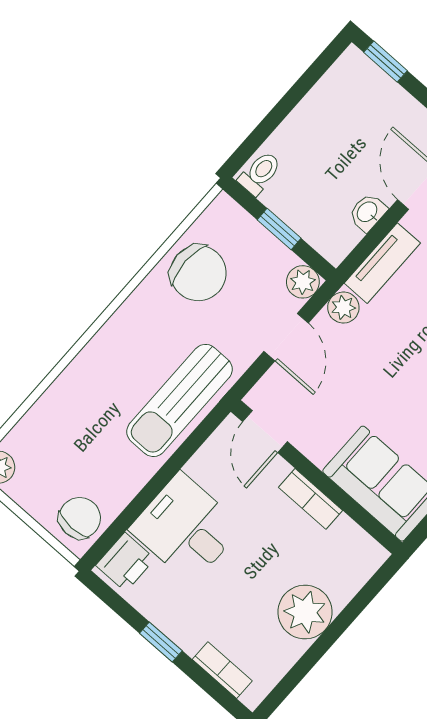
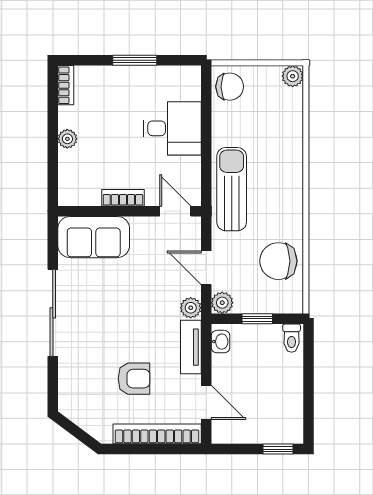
washbasin: (368, 212) -> (220, 342), moved
chair: (80, 518) -> (230, 87), turned -91
printer: (125, 562) -> (188, 85), removed
plant: (305, 612) -> (67, 139), width x0.53, depth x0.53
window: (161, 642) -> (135, 60), width x1.50
bookcase: (222, 670) -> (66, 85), moved, turned -90

